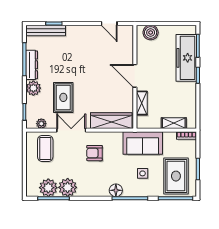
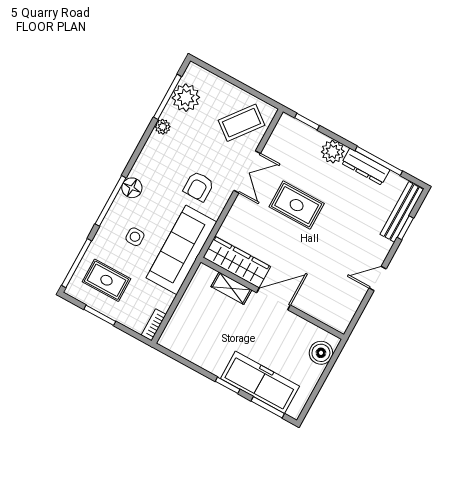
door: (109, 24) -> (378, 278), moved
rug: (63, 97) -> (297, 205), moved
wardrobe: (111, 121) -> (237, 262), moved, turned -90
shelving: (174, 123) -> (180, 317), removed
plant: (41, 124) -> (278, 136), removed
sofa: (143, 143) -> (181, 250), width x1.36
coffee table: (45, 148) -> (242, 123), turned -52
armchair: (95, 153) -> (199, 186), turned 180
rug: (176, 176) -> (106, 280), width x0.73, depth x0.70
plant: (68, 187) -> (163, 127), width x0.53, depth x0.53

